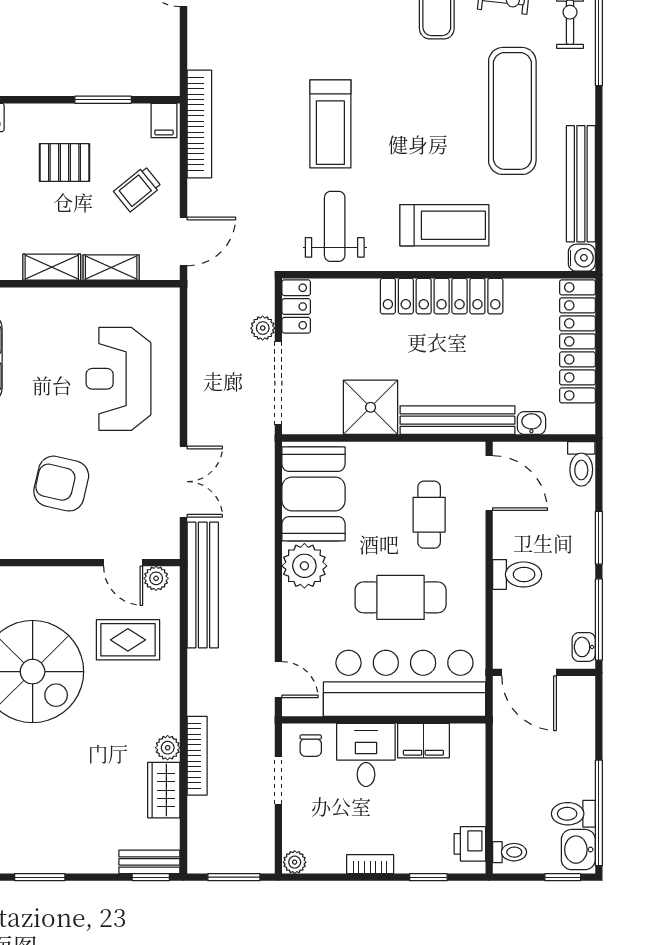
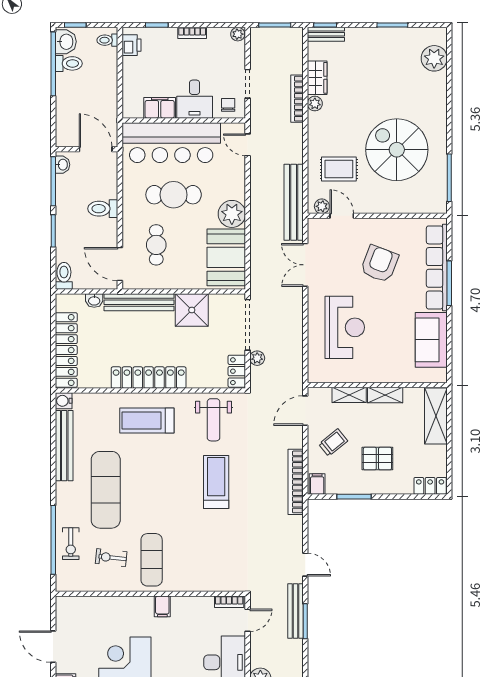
armchair: (61, 484) -> (379, 264), turned -82

